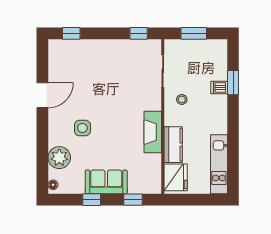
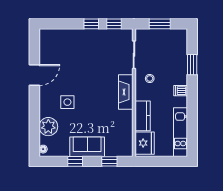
window: (71, 33) -> (91, 24), moved
dishwasher: (219, 87) -> (181, 91), moved
fireplace: (153, 132) -> (126, 92), moved

